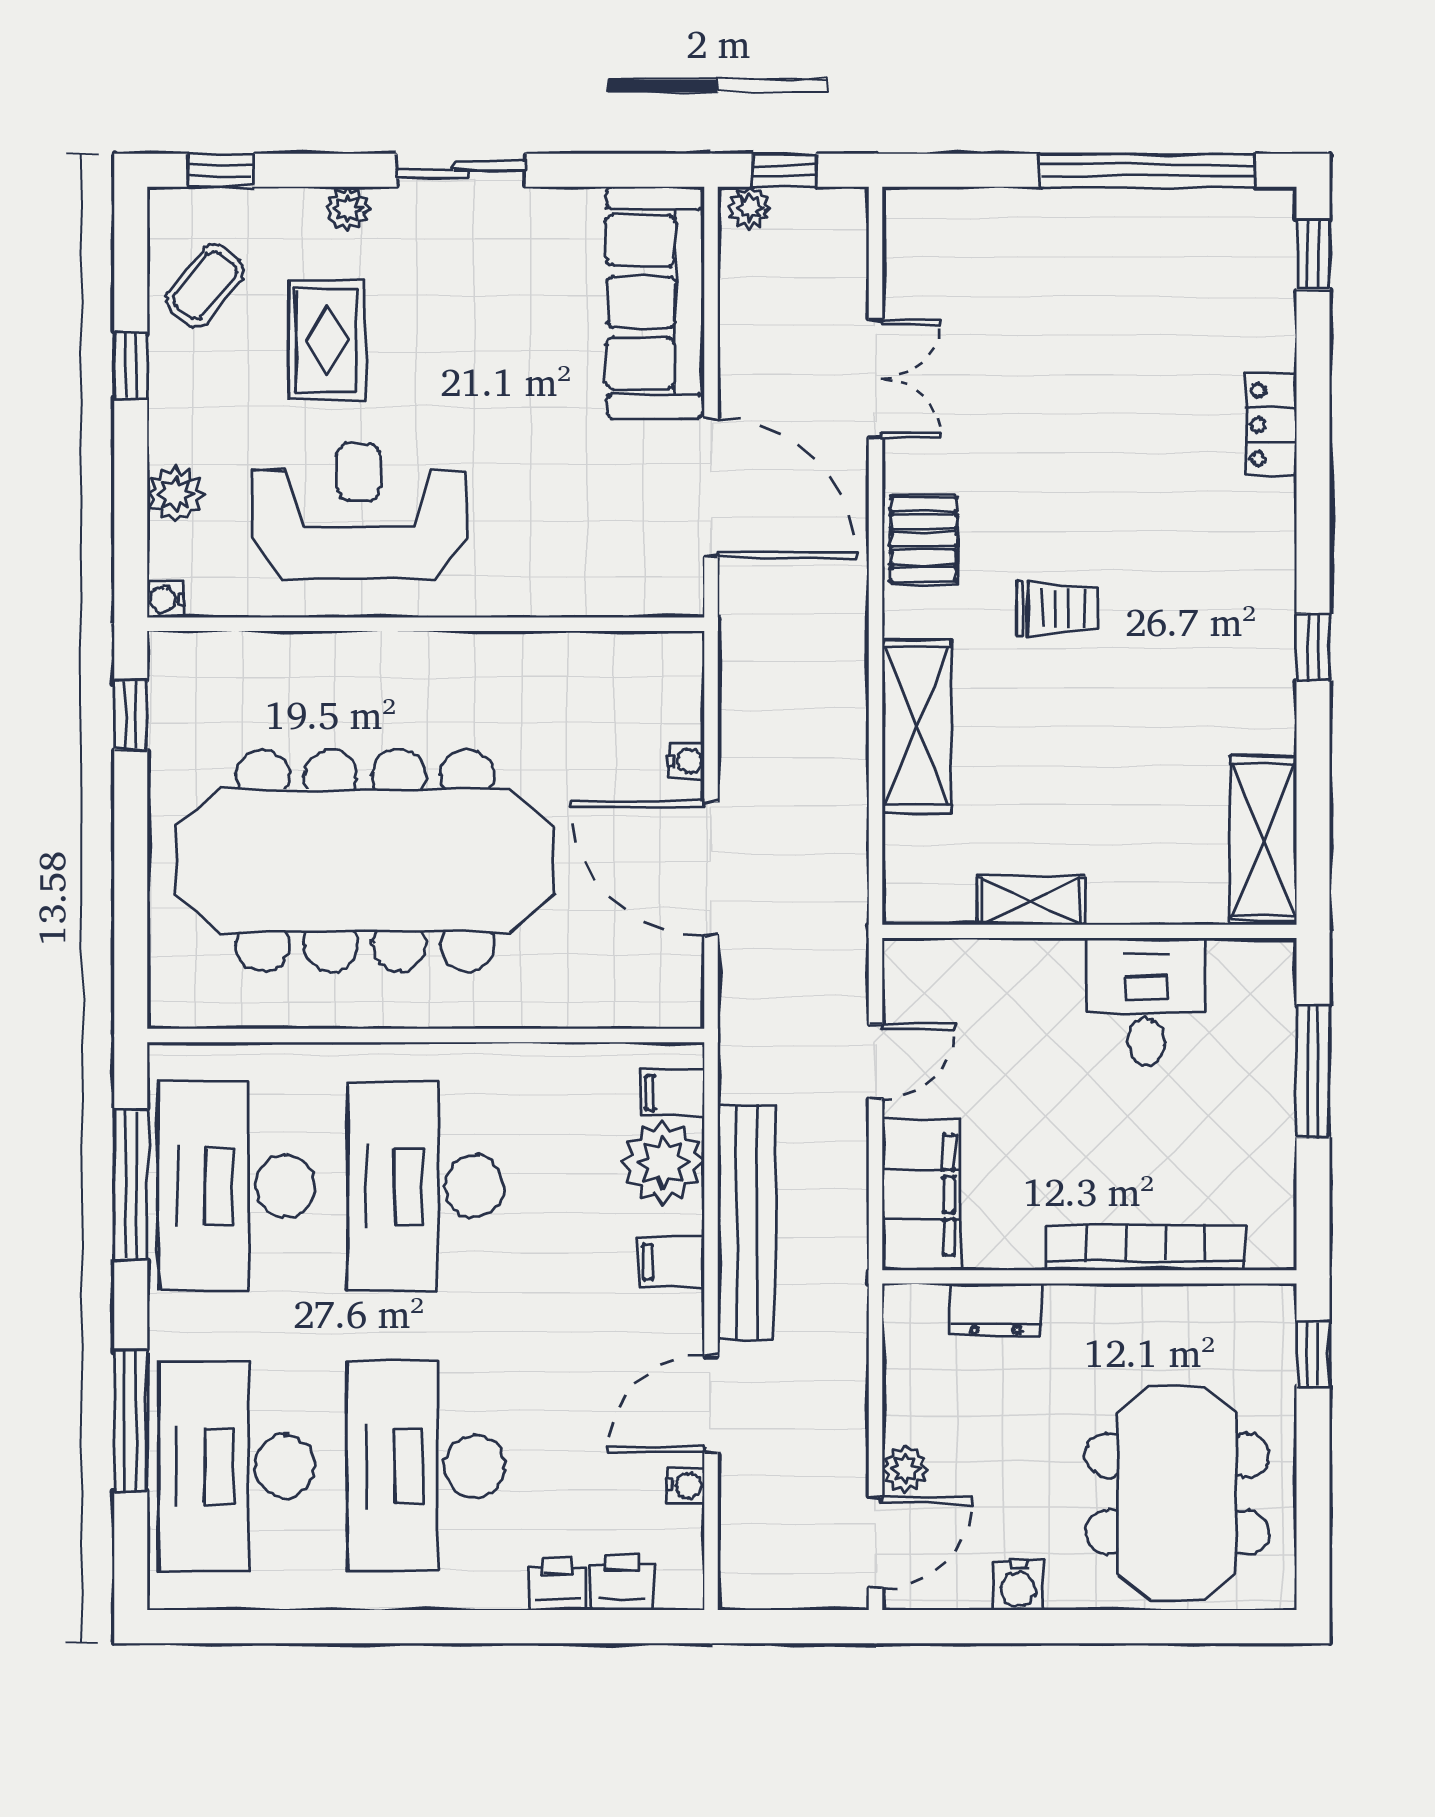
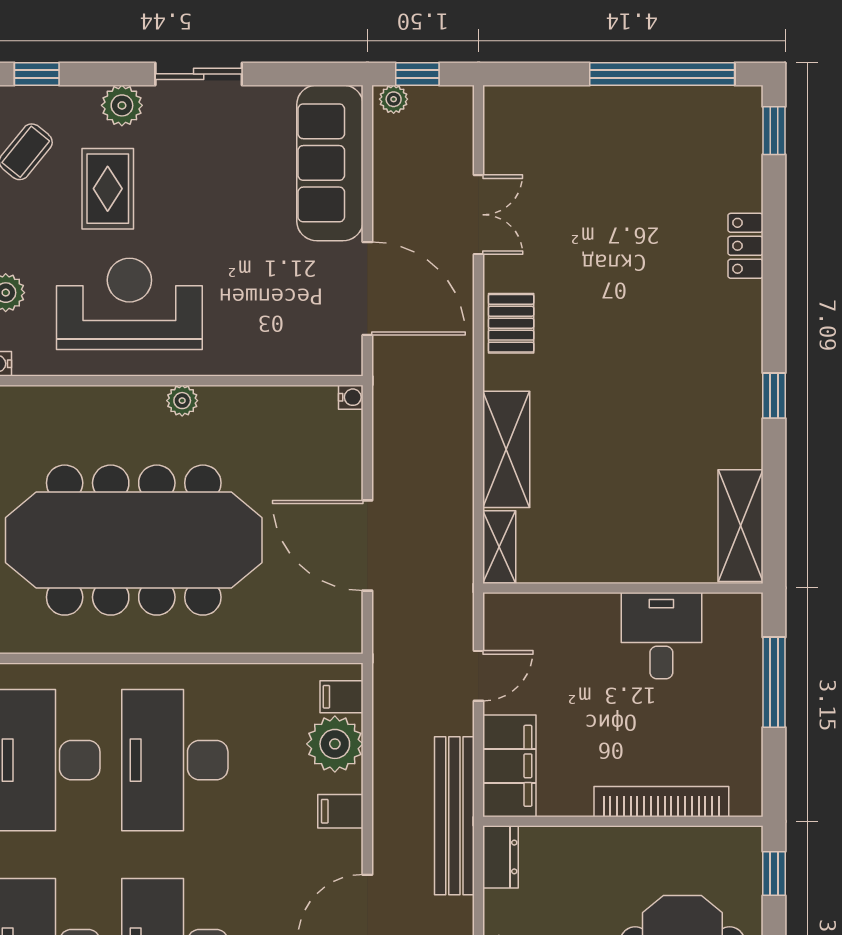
plant: (347, 209) -> (122, 105), width x1.38, depth x1.38
trolley: (1057, 608) -> (601, 370), removed
plant: (437, 654) -> (182, 401), added
water cooler: (686, 761) -> (351, 397), moved
shelving: (1031, 901) -> (499, 547), moved, turned 90
bench: (747, 1222) -> (454, 816), moved
dresser: (996, 1309) -> (501, 857), moved, turned -90

